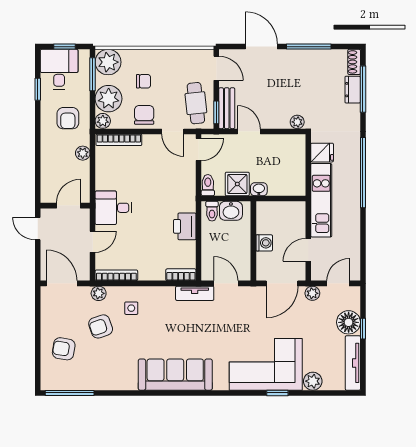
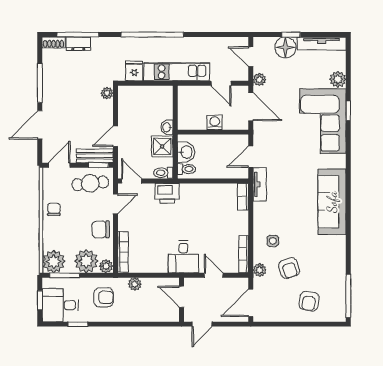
chair: (143, 81) -> (54, 209), moved
printer: (185, 226) -> (167, 193), moved

